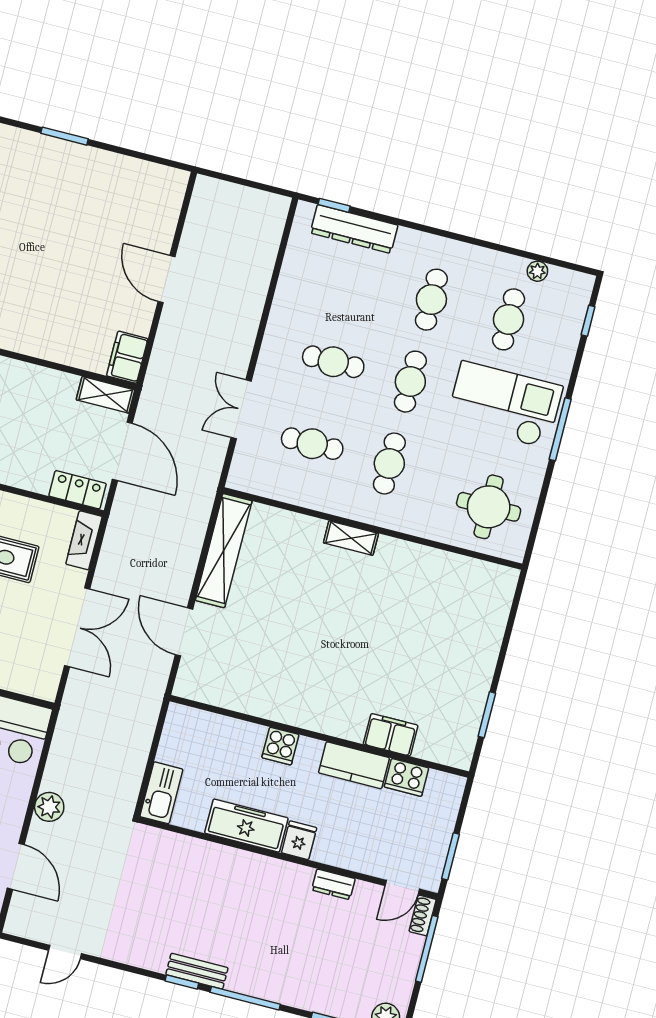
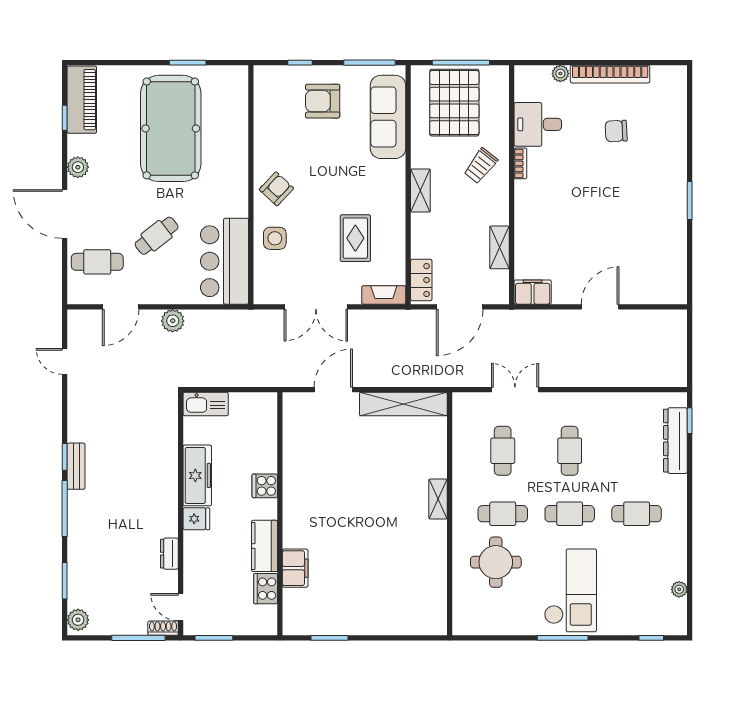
cafe table: (509, 319) -> (637, 577), removed
shelving: (106, 395) -> (500, 247), moved
round table: (489, 507) -> (496, 562), moved

